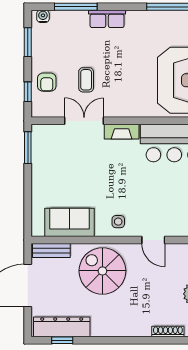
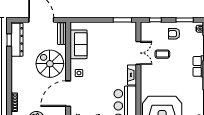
armchair: (47, 82) -> (174, 34), moved
door: (153, 240) -> (68, 94), width x1.87
spiral stairs: (102, 271) -> (50, 64), turned -90

